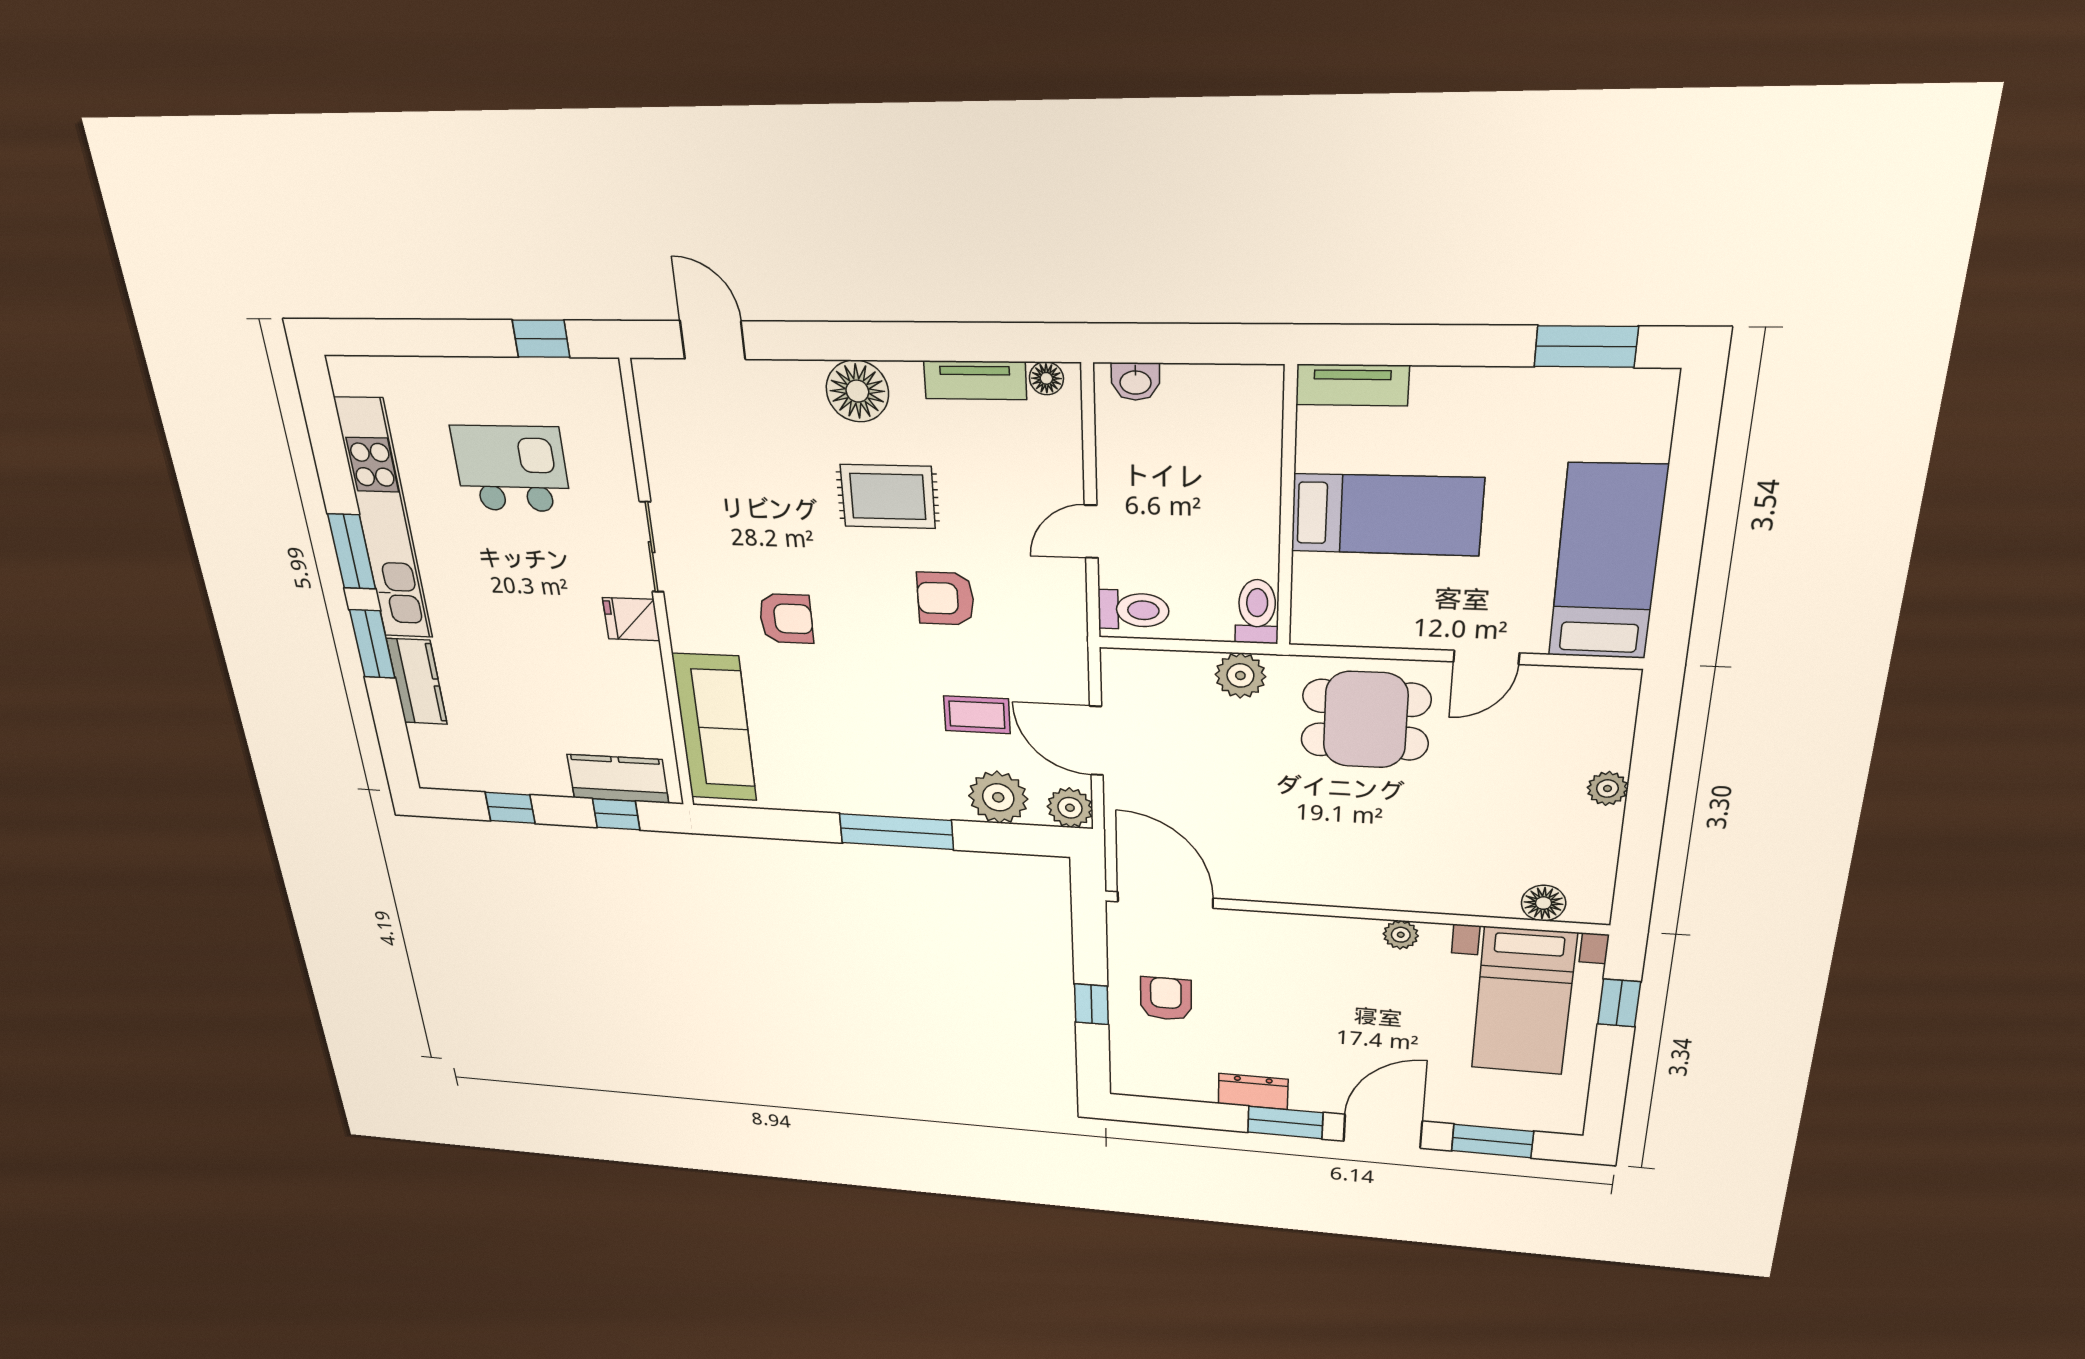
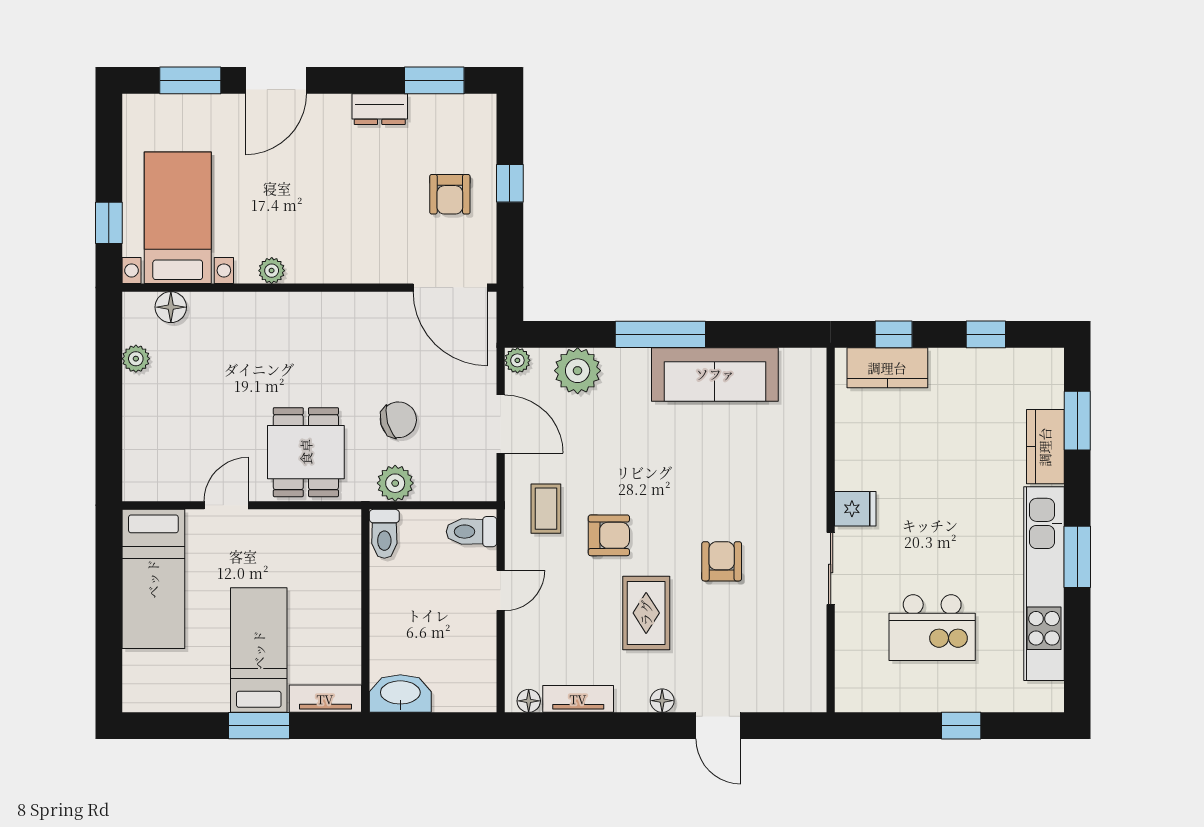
window: (541, 339) -> (961, 726), moved
door: (713, 340) -> (718, 726), moved
window: (1586, 346) -> (259, 726), moved
washbasin: (1135, 381) -> (400, 694), moved, width x1.91, depth x1.45
floor lamp: (857, 391) -> (662, 701), width x0.53, depth x0.53
rug: (888, 497) -> (646, 613), turned 90
bed: (1386, 515) -> (259, 650), moved, turned 90
armchair: (786, 619) -> (722, 561), moved, turned 90
window: (372, 644) -> (1077, 421), moved
coffee table: (977, 715) -> (546, 509), moved, turned 90
dining table: (1365, 720) -> (306, 452), turned 90
sofa: (715, 728) -> (715, 374), moved, turned -90
chair: (1235, 753) -> (398, 420), added
plant: (1607, 788) -> (136, 359), moved
plant: (1070, 808) -> (517, 360), width x0.73, depth x0.73
window: (1285, 1122) -> (434, 80), moved

